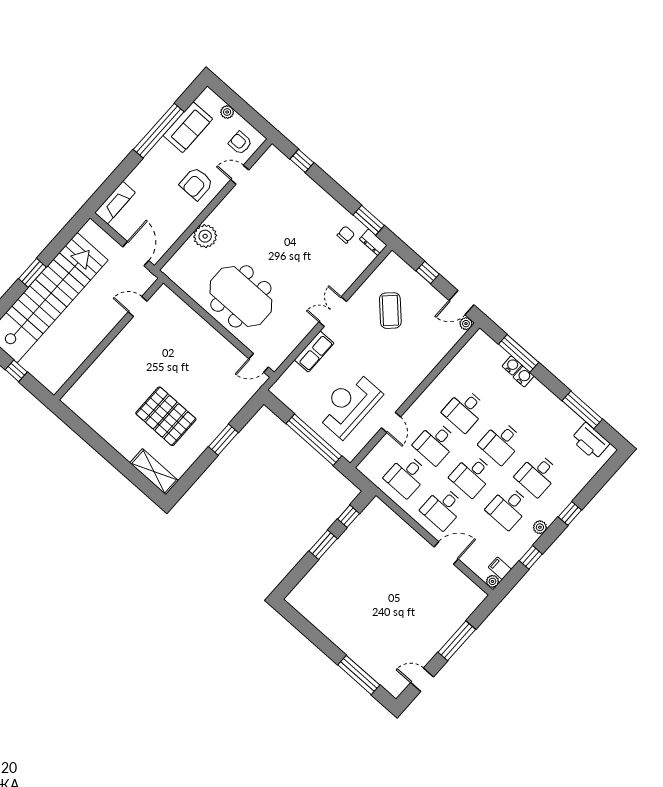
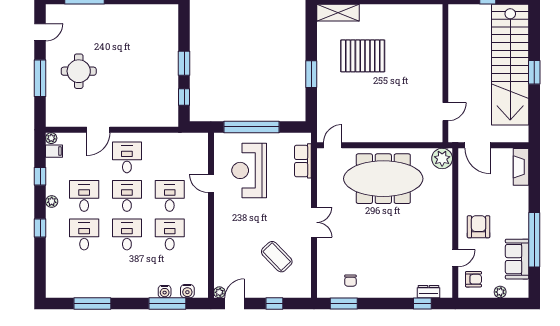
plant: (205, 236) -> (442, 158), moved
dresser: (373, 242) -> (429, 292), moved
meeting table: (241, 296) -> (383, 179), width x1.36
row of seats: (314, 352) -> (303, 161), moved
water cooler: (524, 377) -> (187, 291), moved
reception desk: (349, 405) -> (249, 170), turned 180
printer: (590, 441) -> (69, 287), removed
desk: (406, 476) -> (170, 157), removed
round table: (419, 618) -> (79, 71), added

